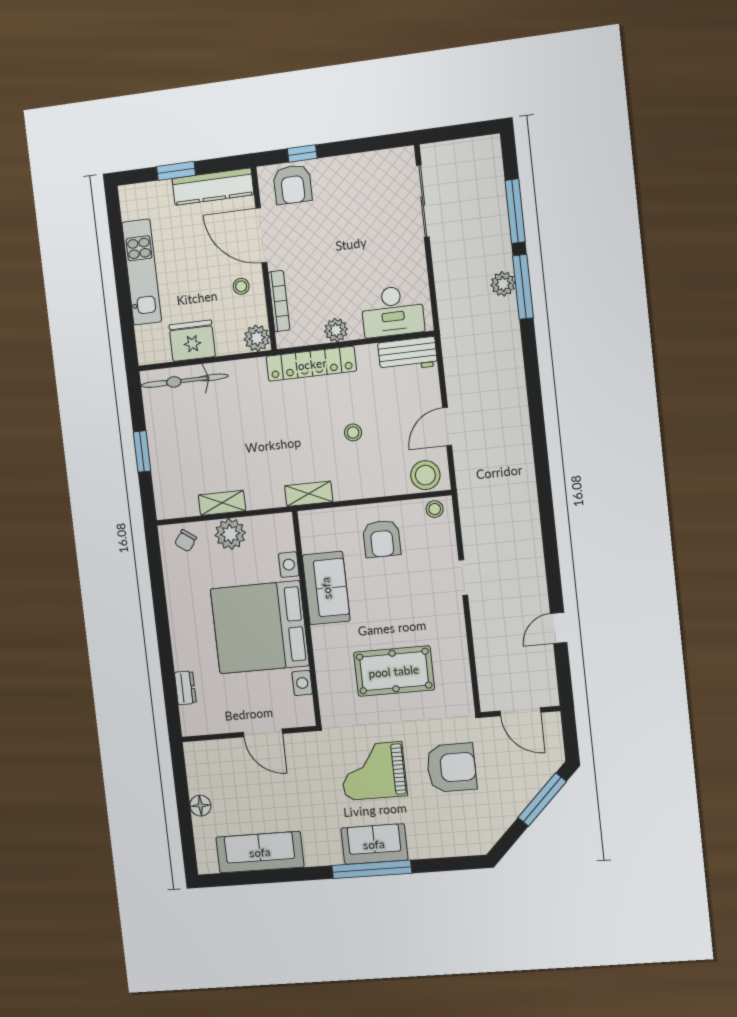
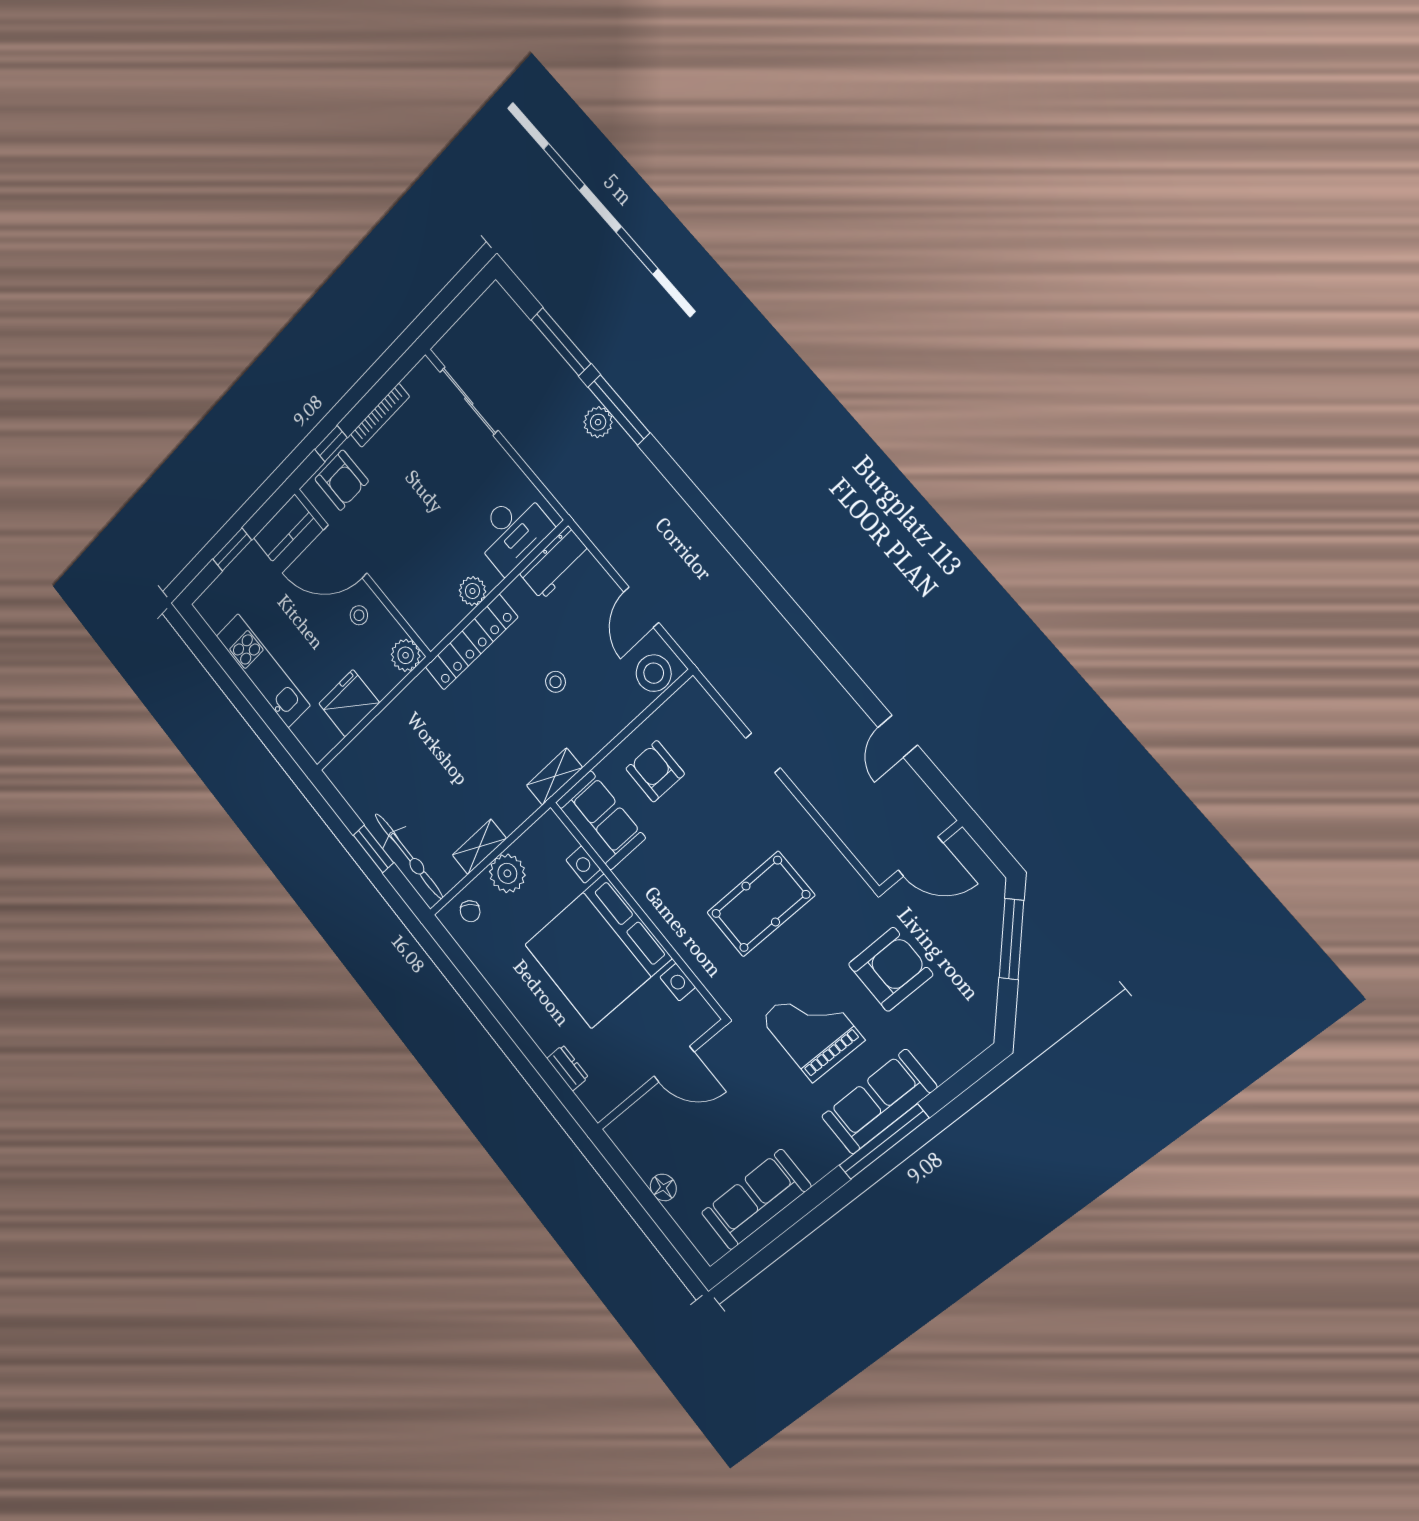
kitchen counter: (213, 187) -> (284, 528), width x0.67
bookcase: (279, 301) -> (380, 415), moved, turned 90
bicycle: (184, 381) -> (409, 856), moved, turned -90
stool: (435, 509) -> (686, 702), removed
armchair: (382, 539) -> (655, 771), turned 180
sofa: (326, 588) -> (600, 820), moved
grand piano: (373, 771) -> (812, 1029), turned 90
sofa: (374, 844) -> (879, 1102), width x1.36

